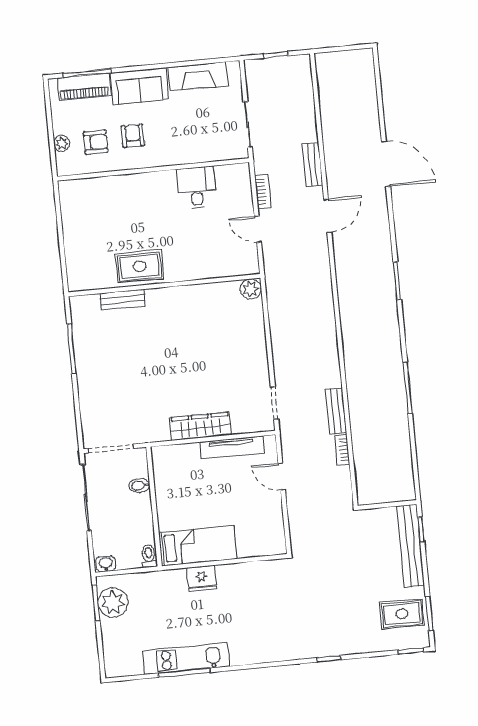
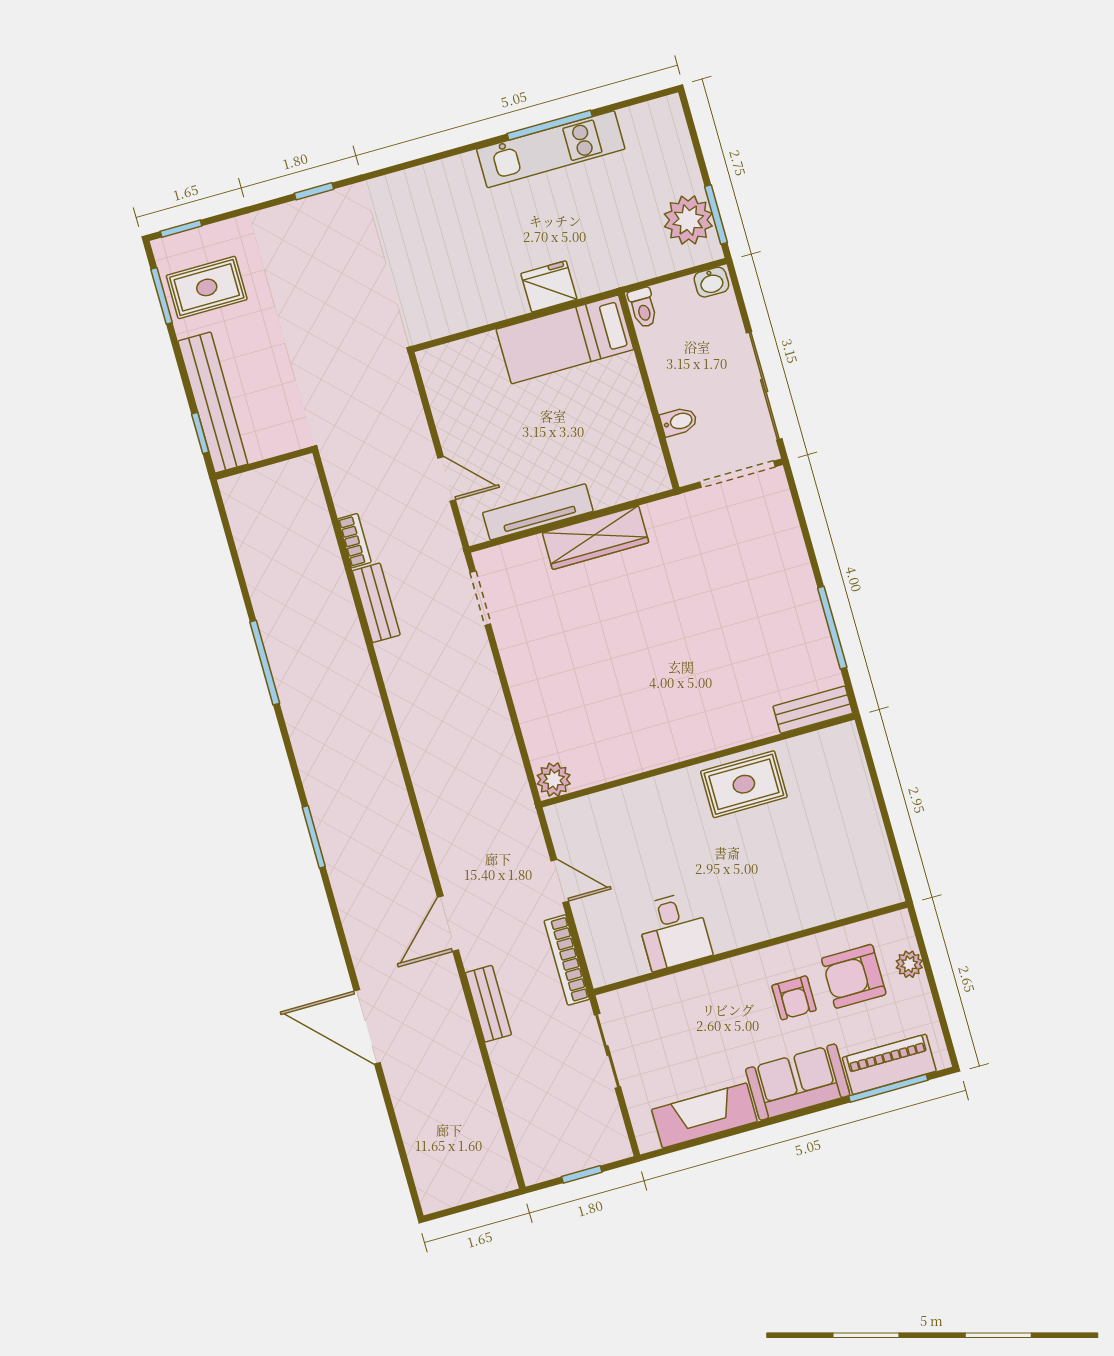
armchair: (96, 142) -> (854, 976), width x1.38, depth x1.38
bookcase: (263, 191) -> (567, 960), width x1.56
bench: (123, 300) -> (813, 710), moved

